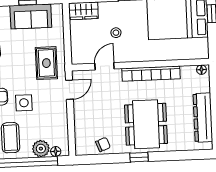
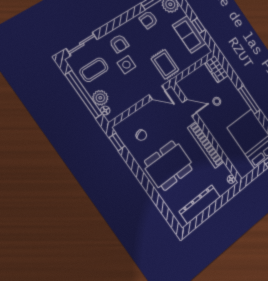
rug: (46, 63) -> (165, 64), turned 90
chair: (103, 144) -> (141, 135), moved
window: (139, 157) -> (117, 142), moved

